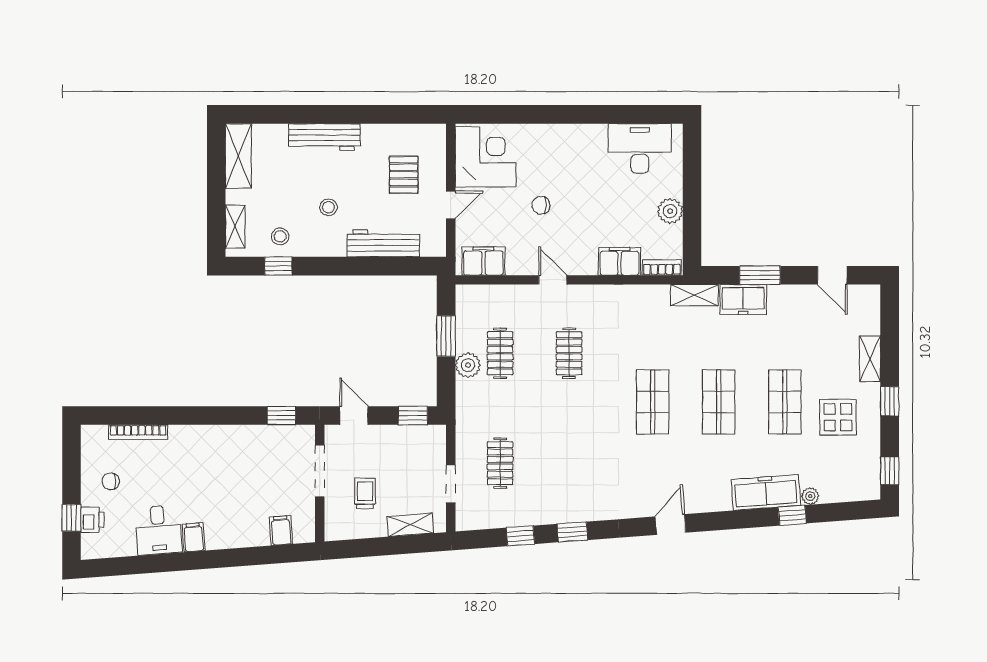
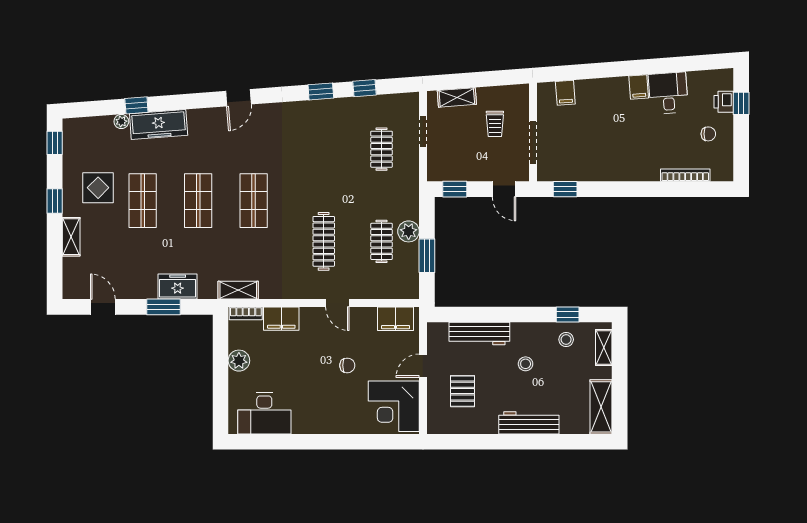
shelving: (694, 295) -> (238, 290), moved
clothes rail: (569, 353) -> (324, 241), width x1.36

